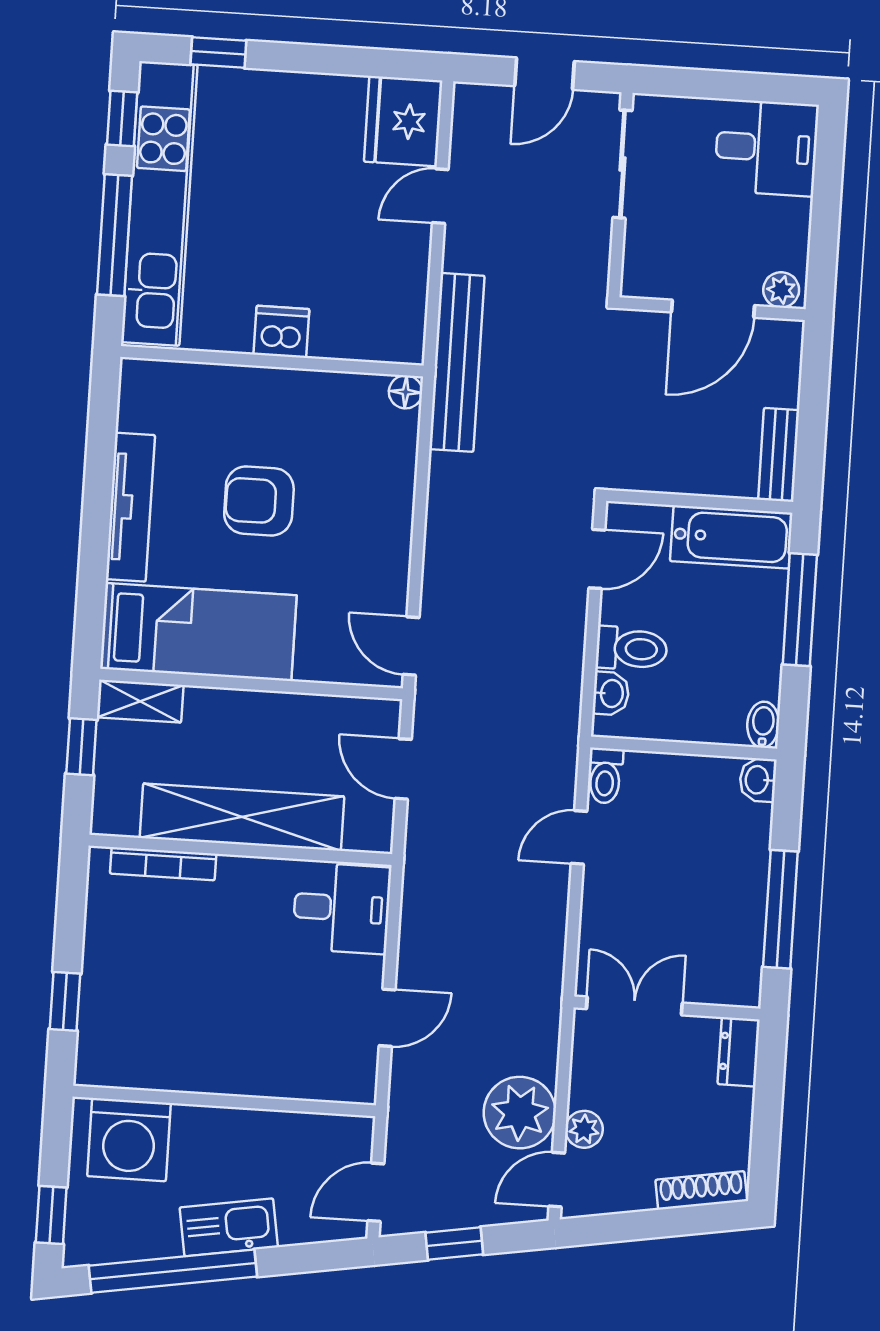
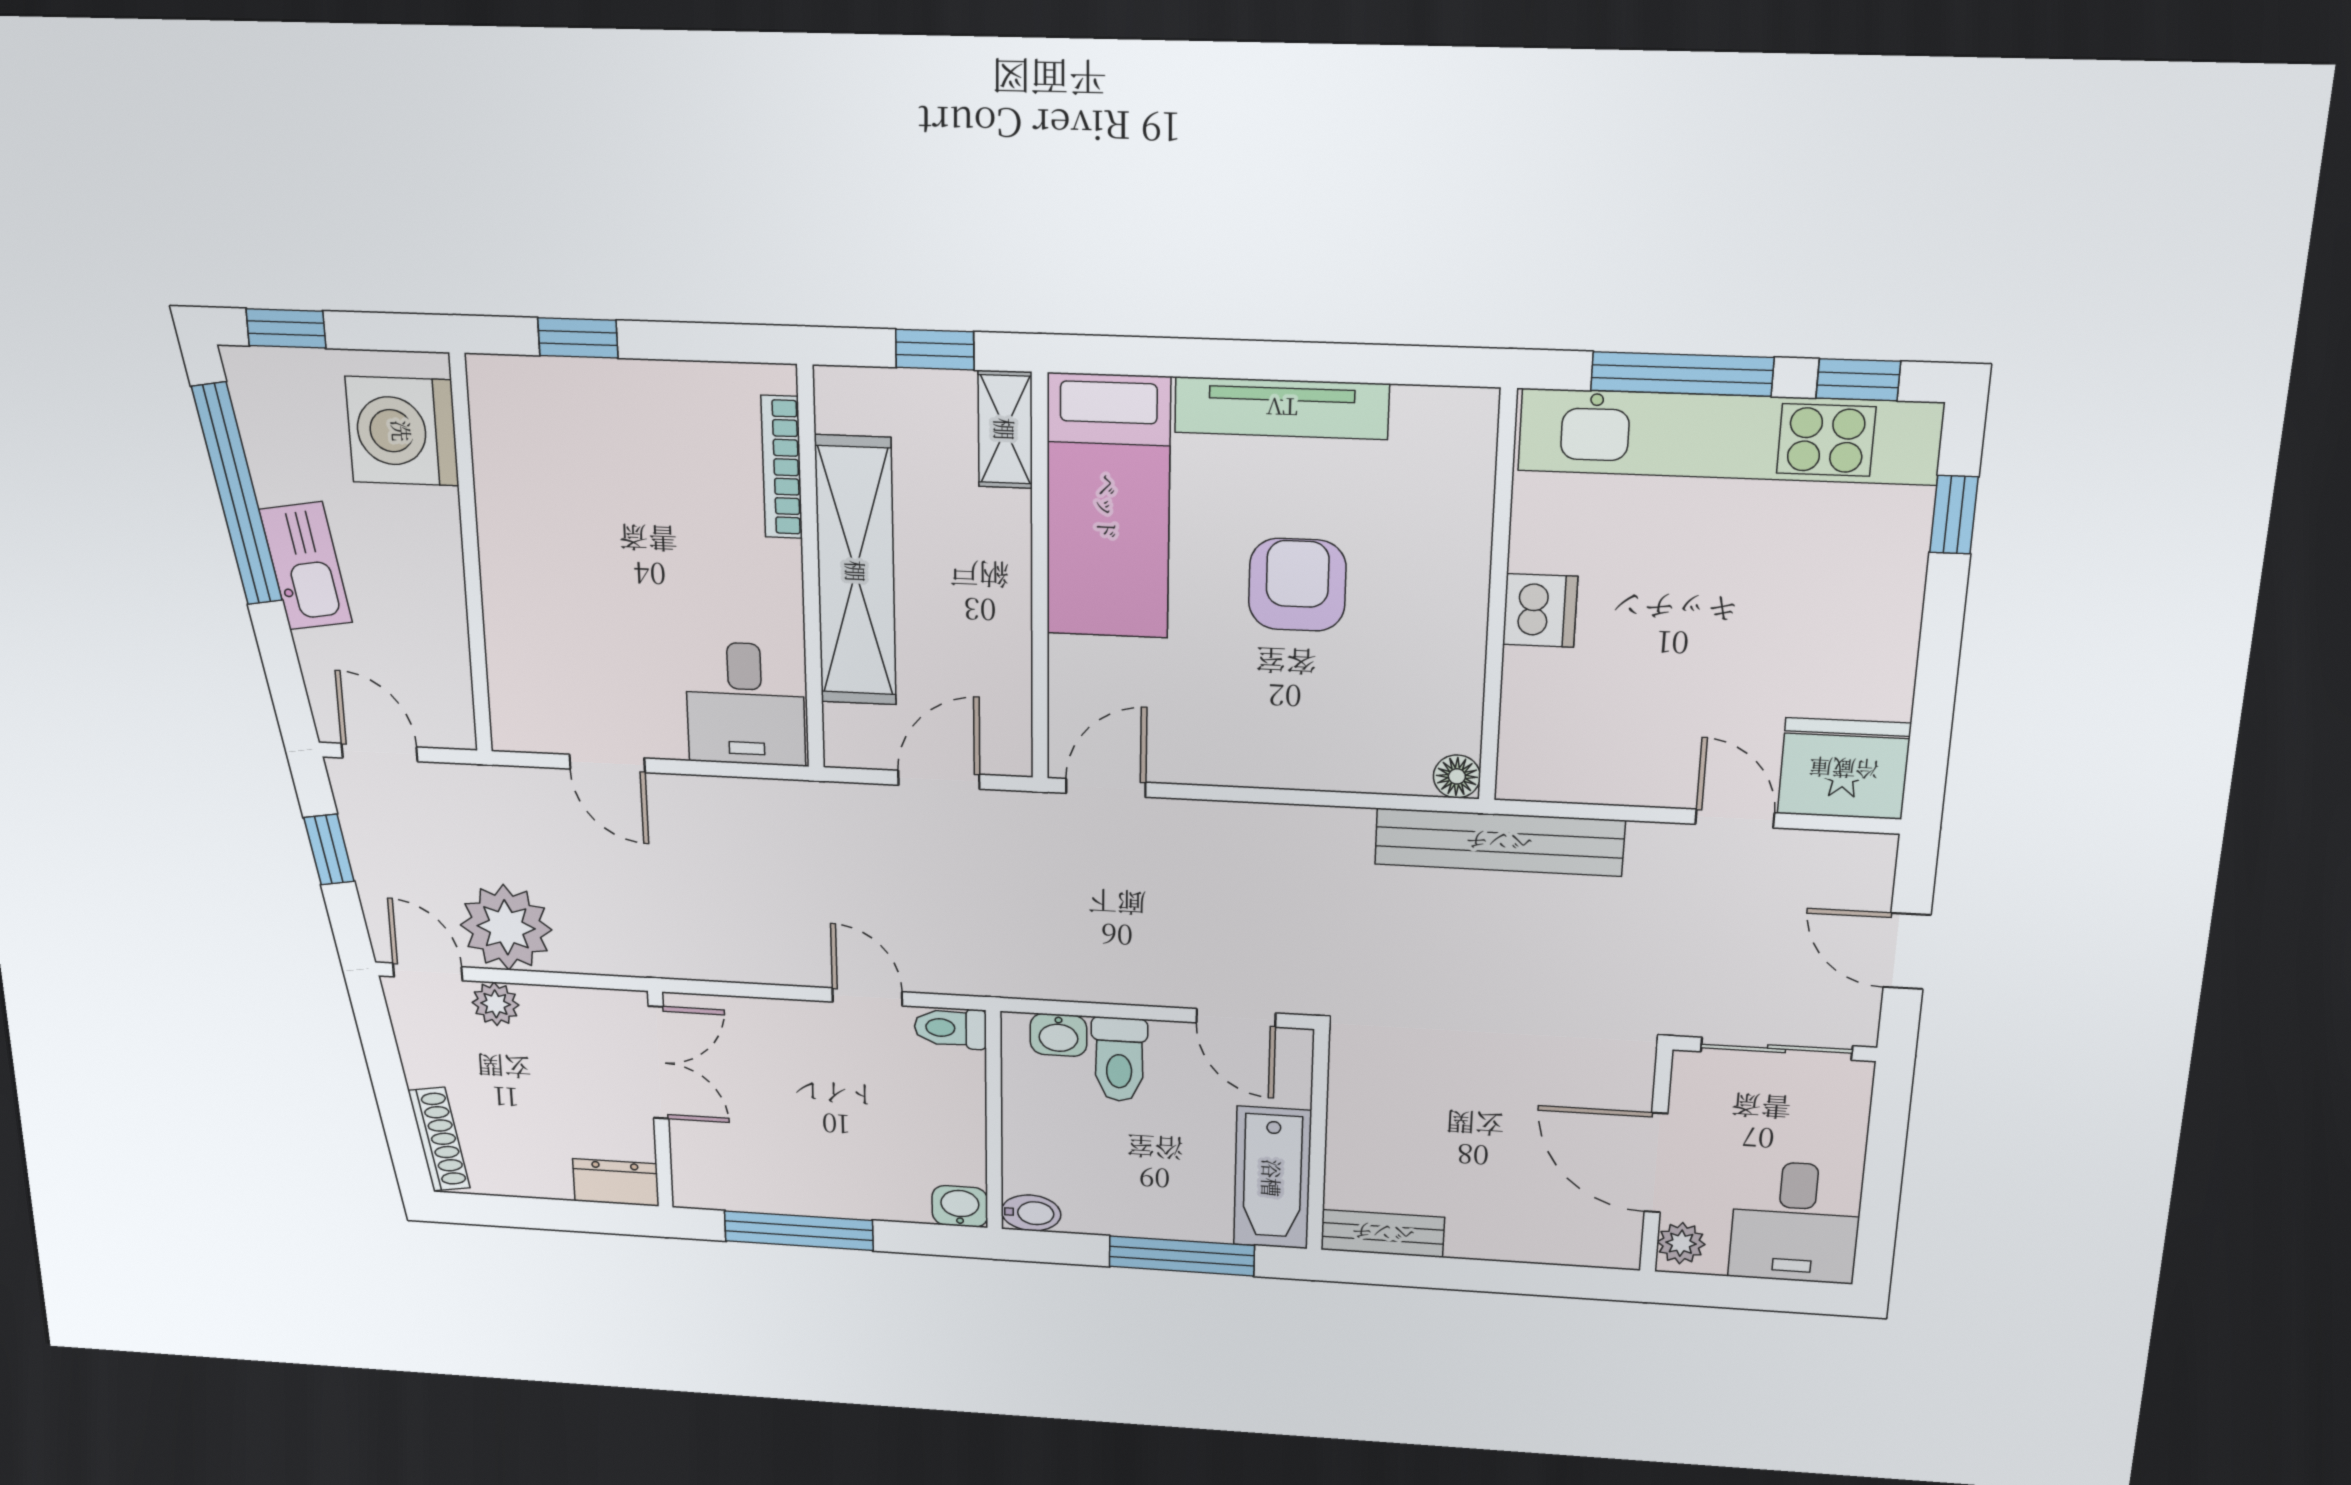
plant: (781, 290) -> (1681, 1243), moved
wall: (712, 309) -> (1656, 1162), moved
door: (713, 309) -> (1656, 1163), moved

